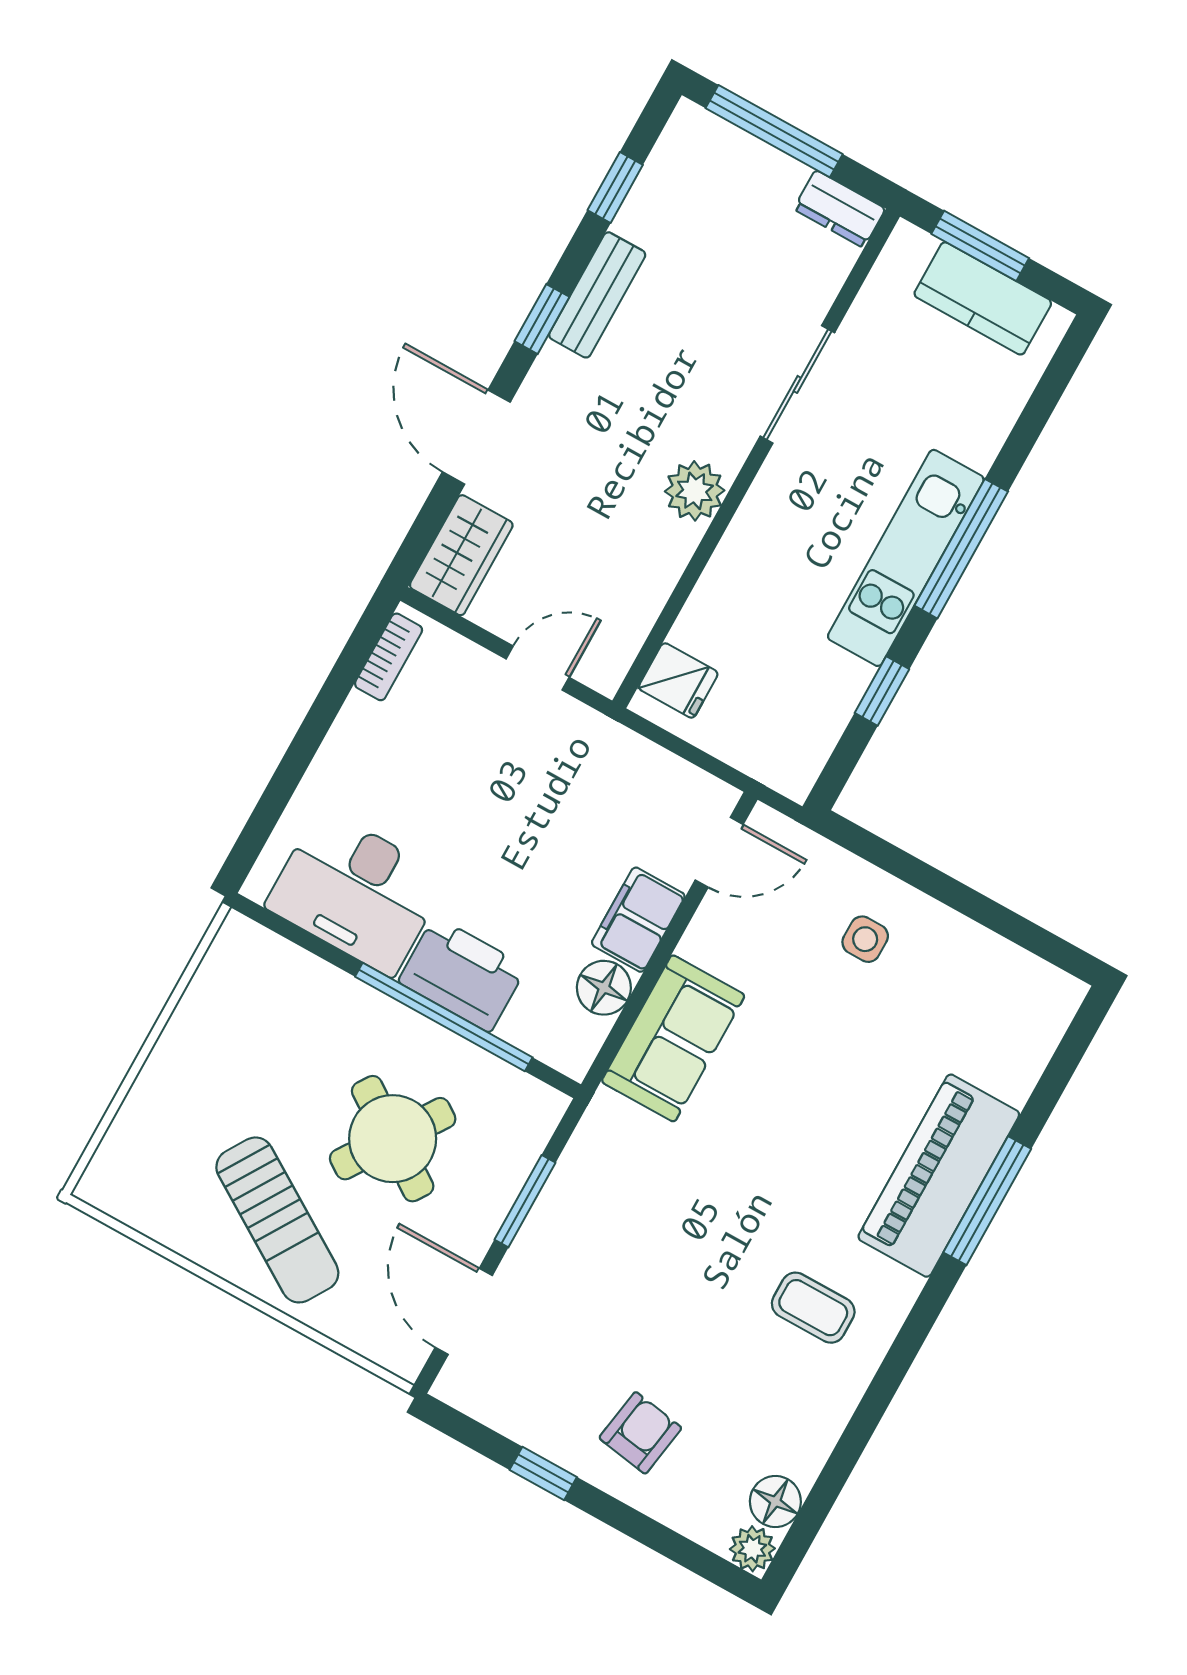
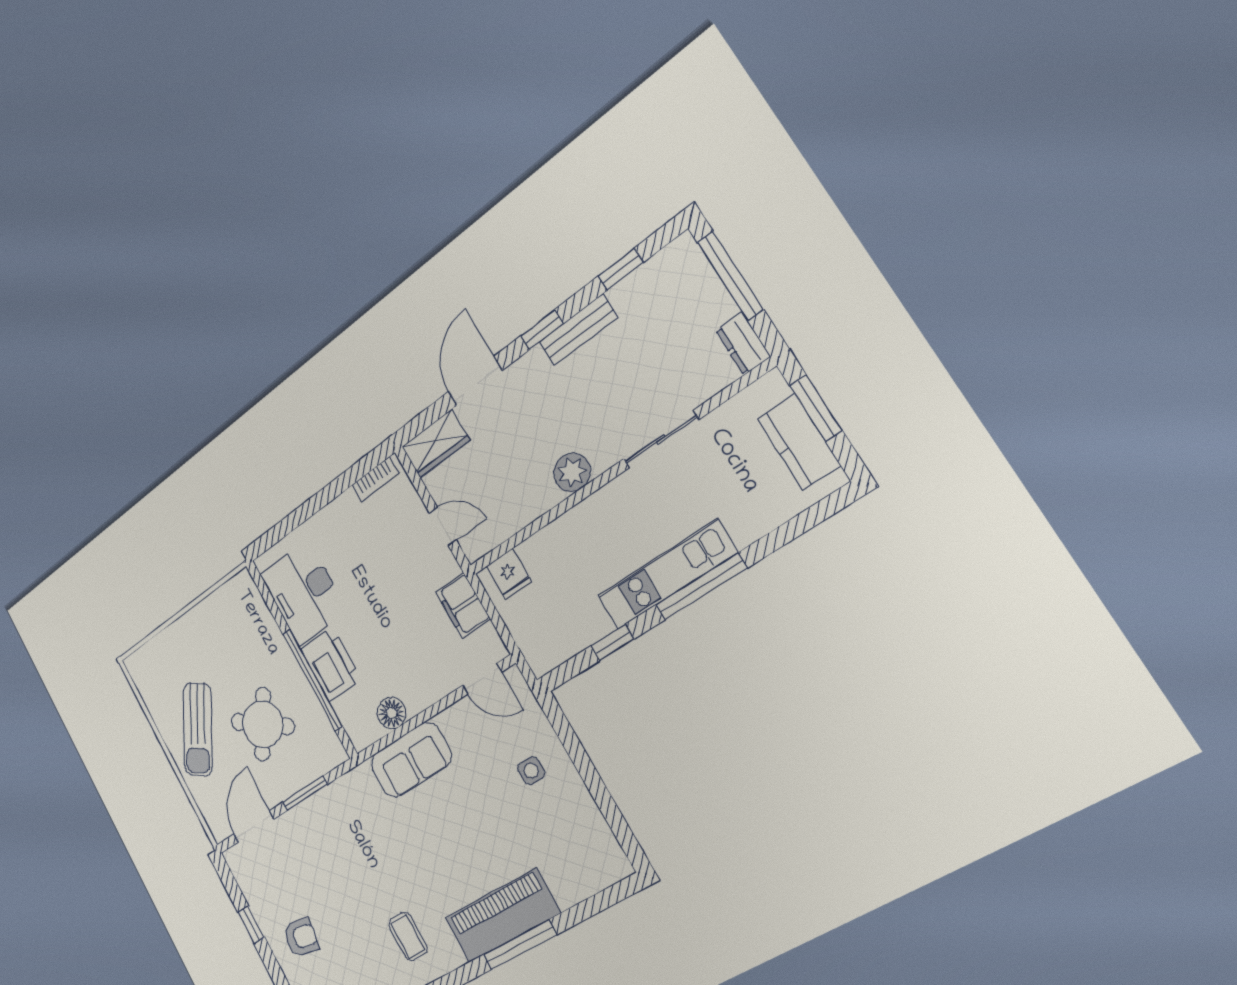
filing cabinet: (638, 920) -> (463, 605), moved, turned -90

